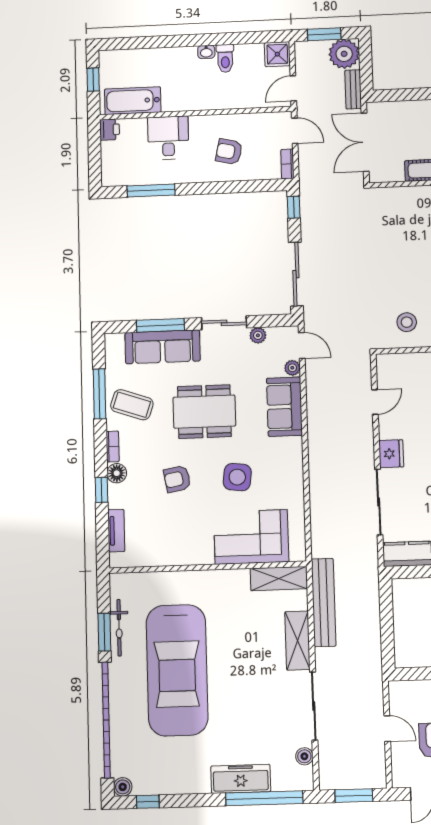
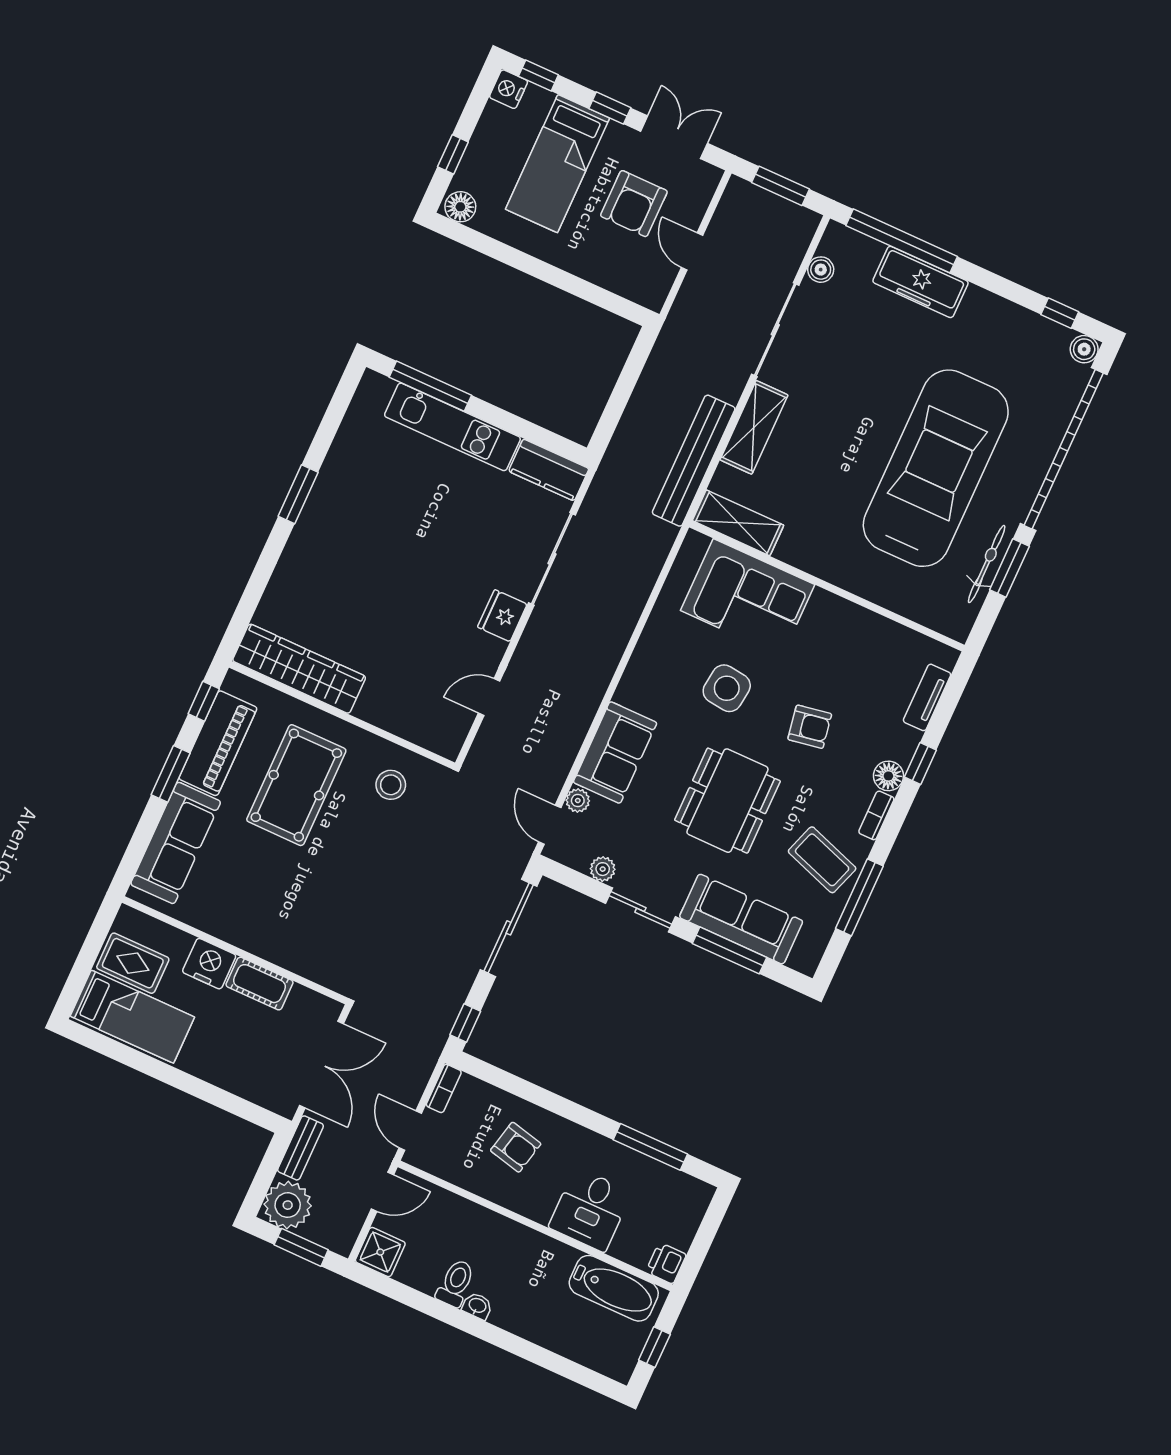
dining table: (204, 412) -> (727, 801), turned 90

